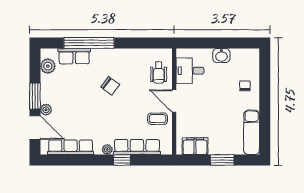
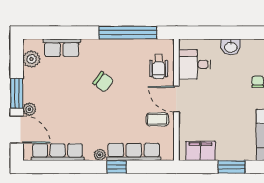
window: (89, 43) -> (128, 33), moved

